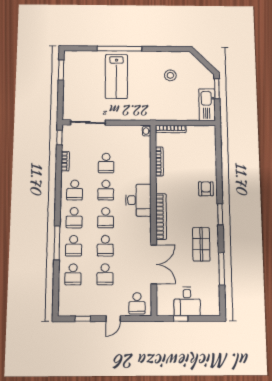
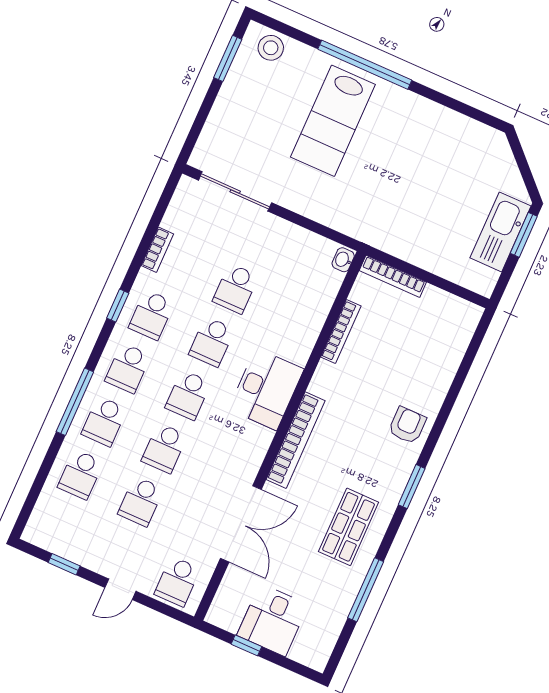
stool: (170, 75) -> (271, 48), moved
kitchen sink: (207, 105) -> (501, 232), moved
window: (59, 138) -> (118, 306), moved

